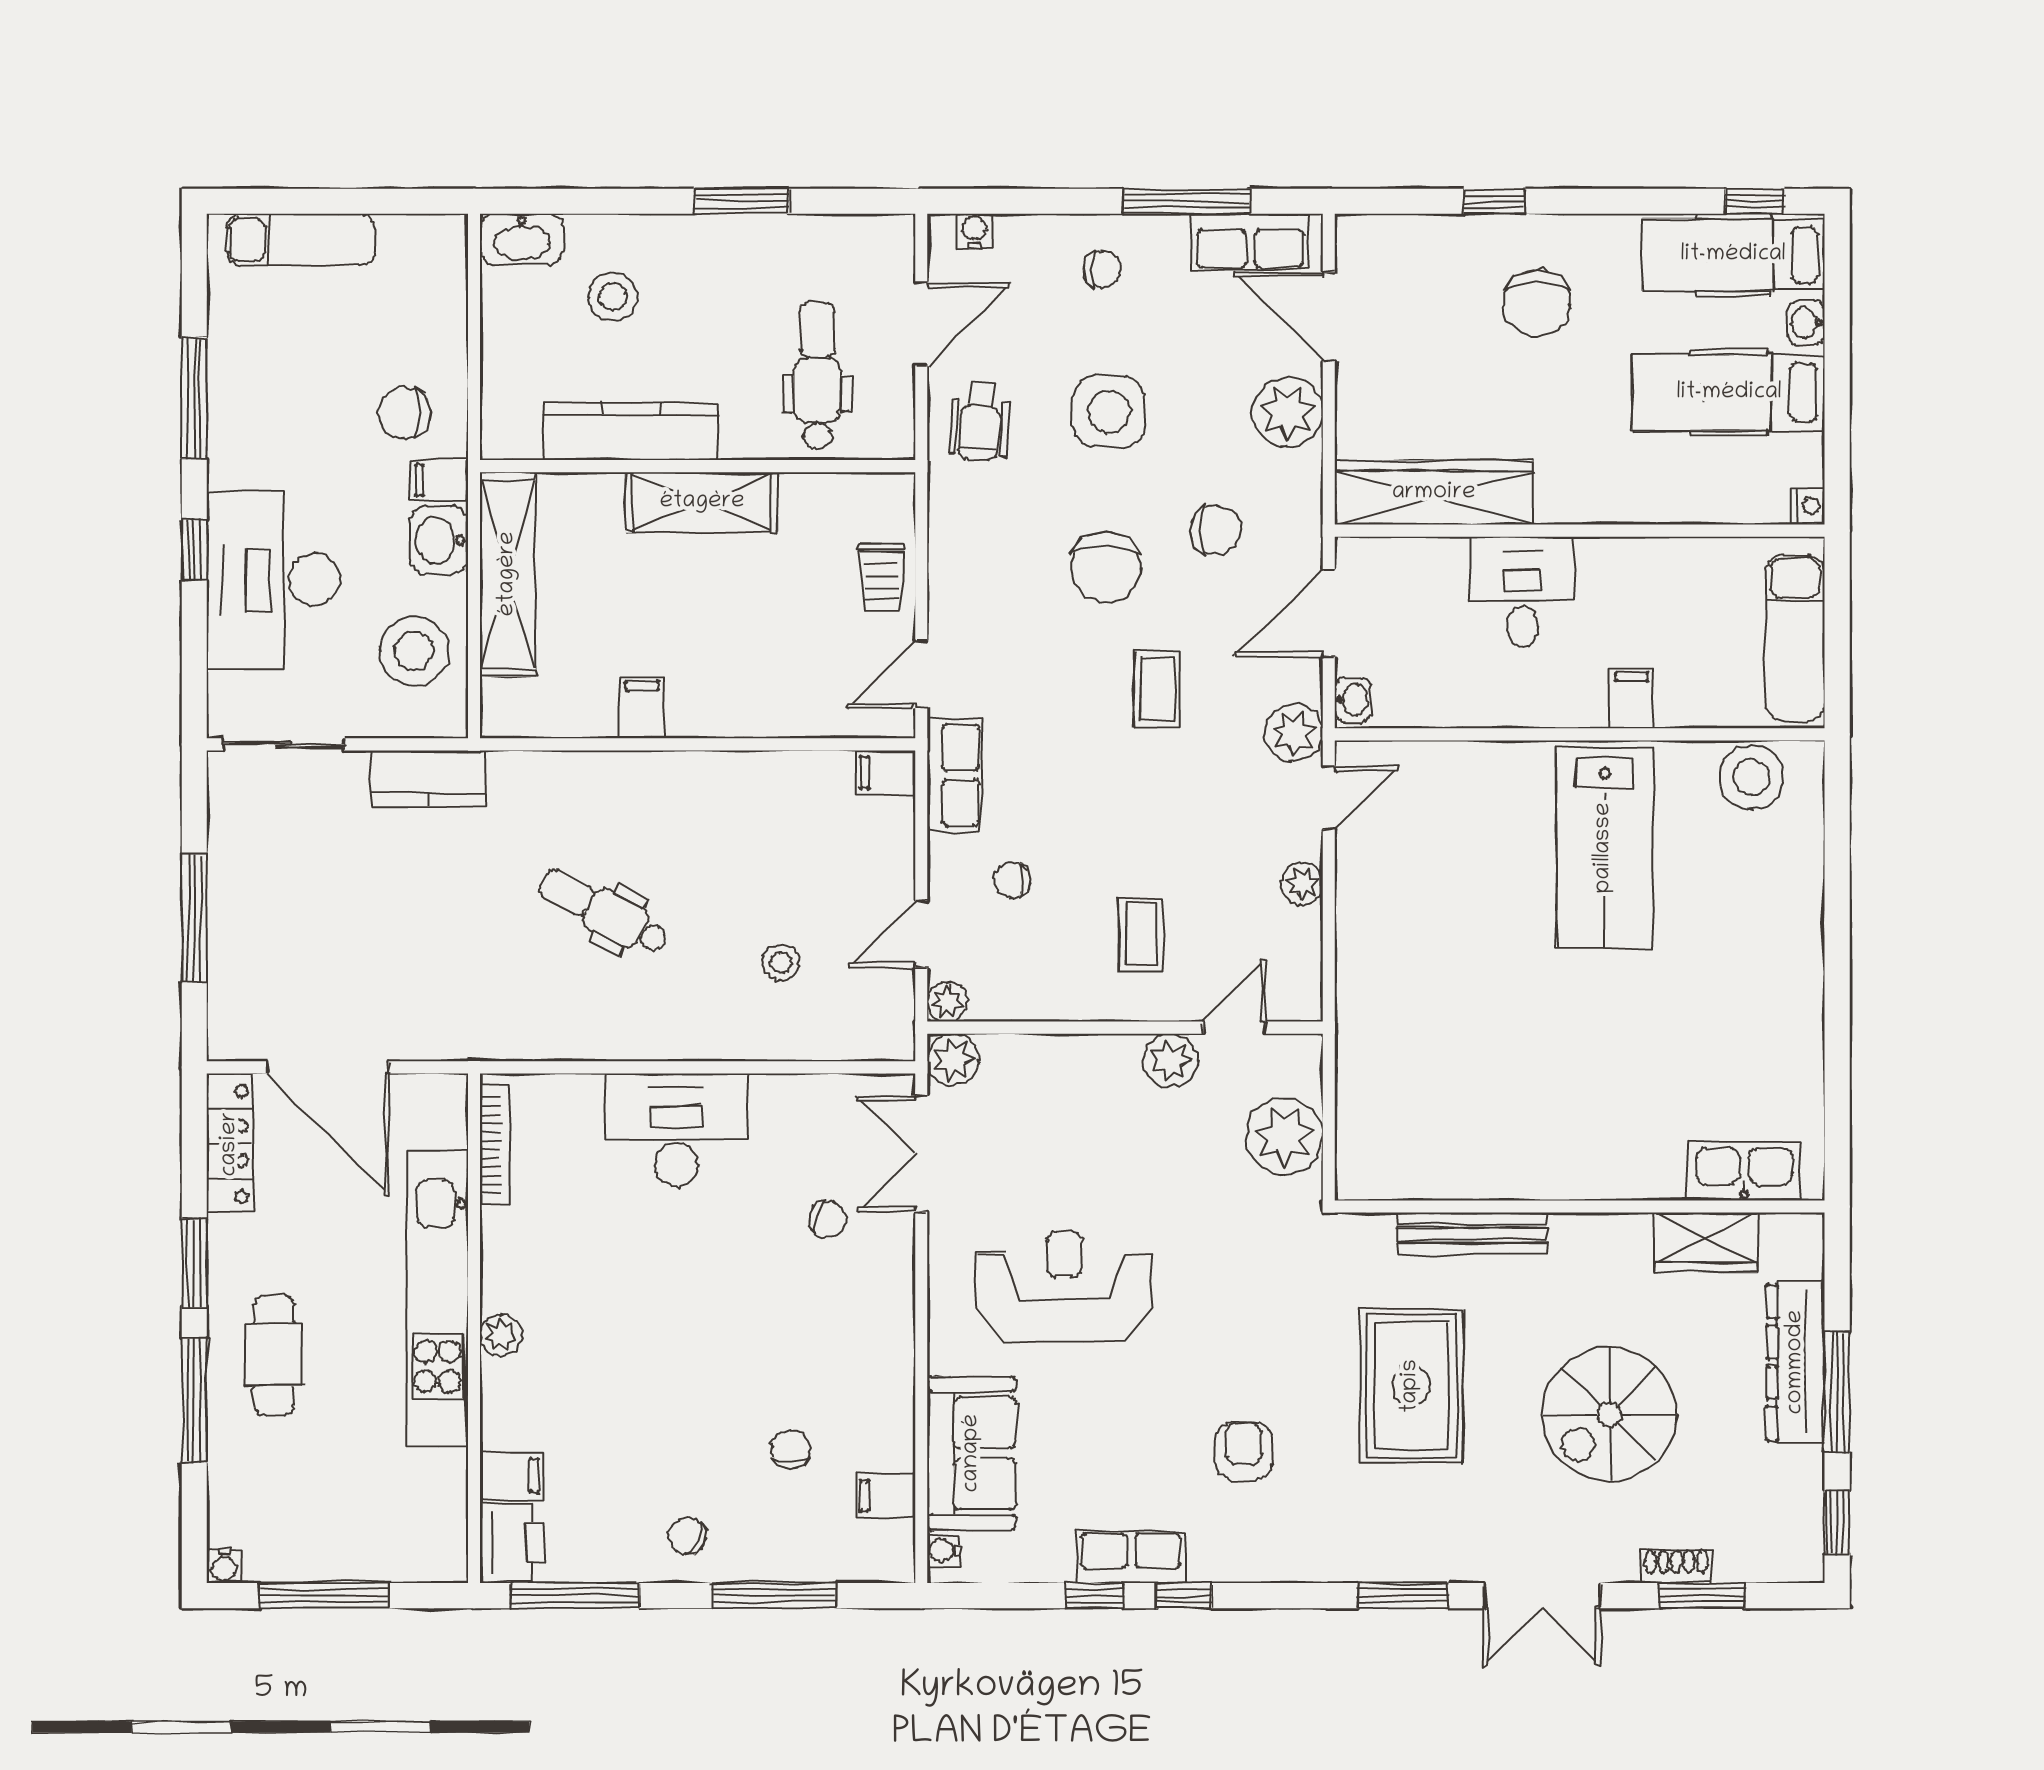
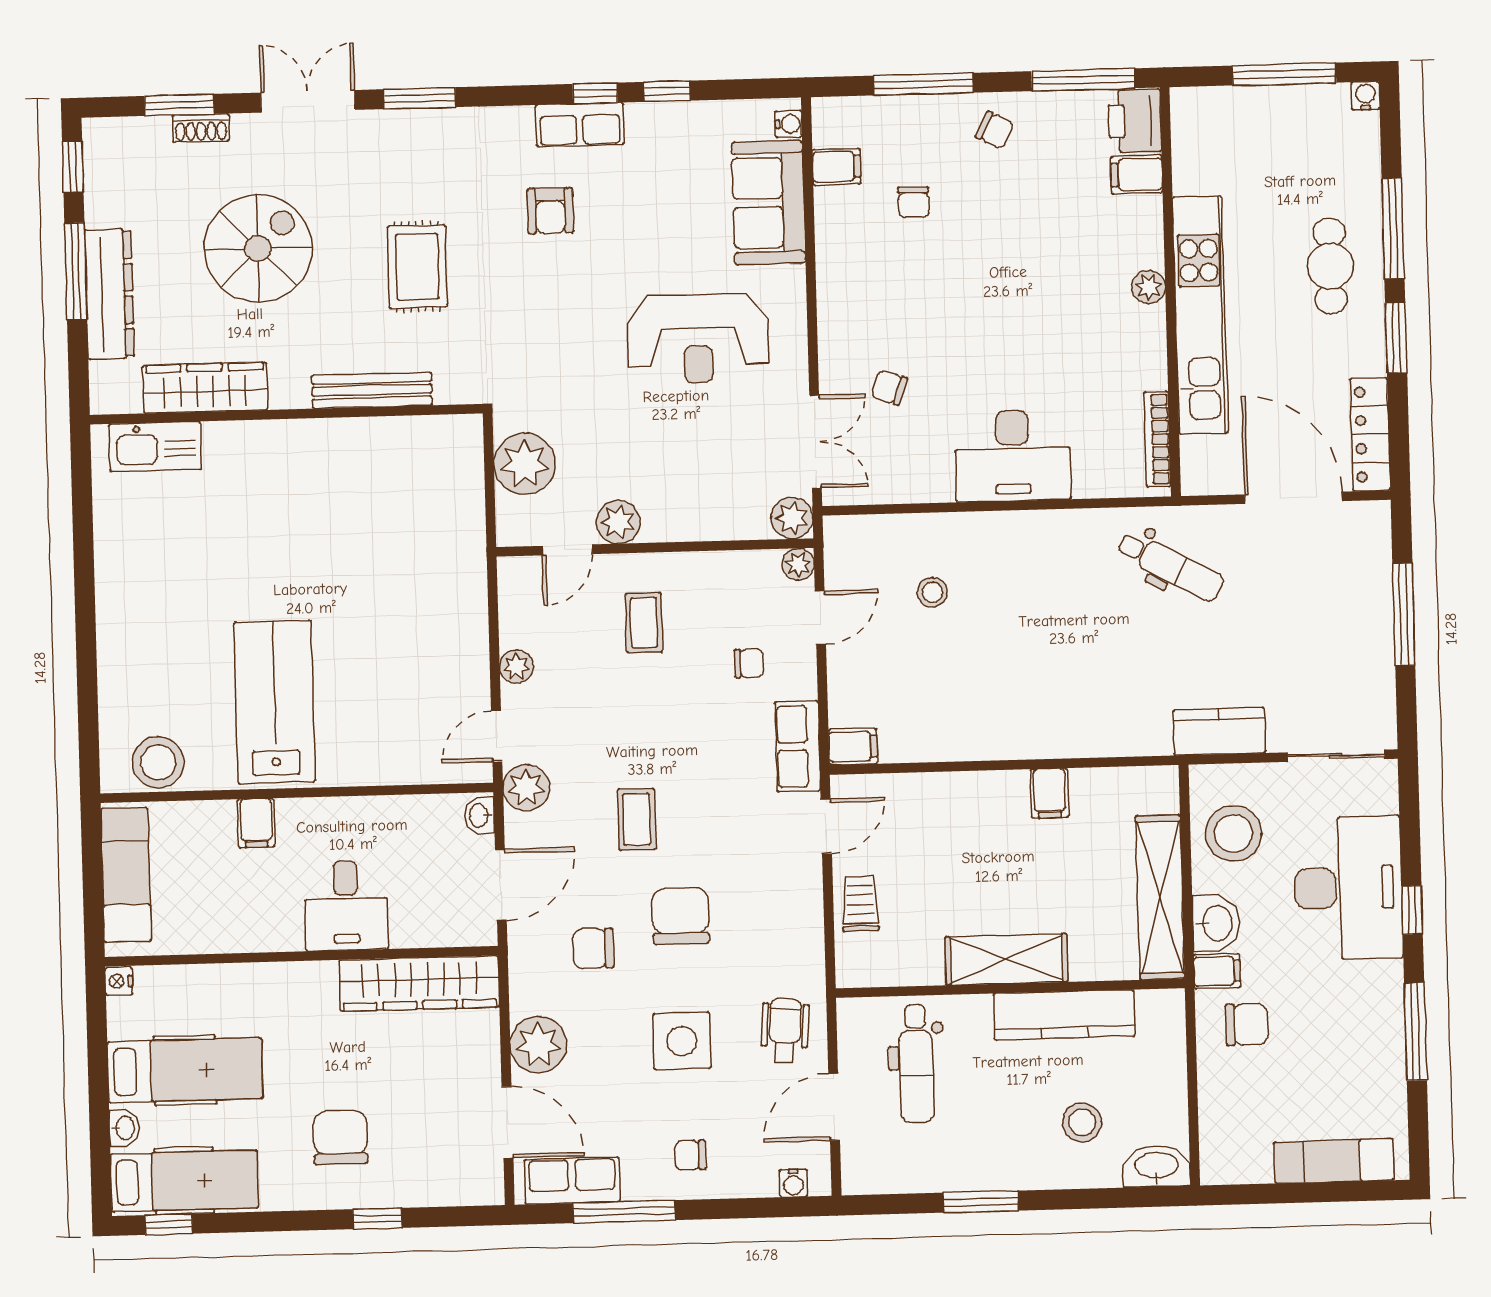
dental chair: (604, 912) -> (1170, 566), moved
wardrobe: (1706, 1242) -> (205, 388), width x1.50
rug: (1411, 1386) -> (417, 267), width x0.73, depth x0.70
row of seats: (1131, 1557) -> (580, 125), moved

